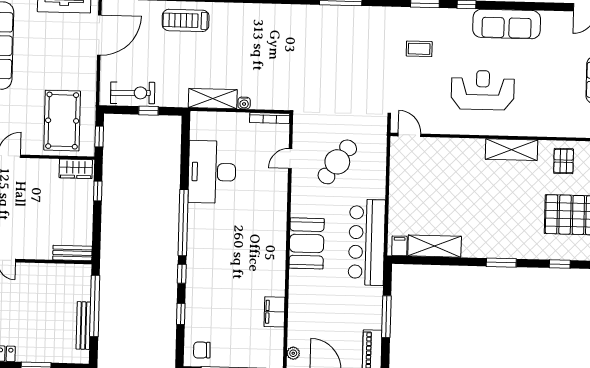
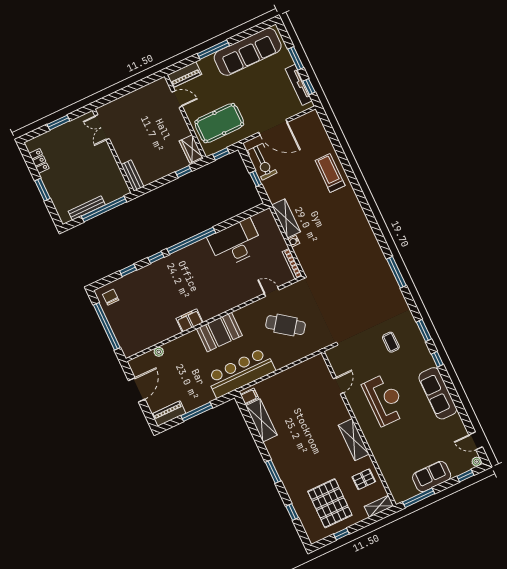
door: (99, 35) -> (273, 127), moved
door: (409, 135) -> (338, 386), moved
filing cabinet: (274, 312) -> (190, 321), moved
plant: (293, 353) -> (159, 352), moved

